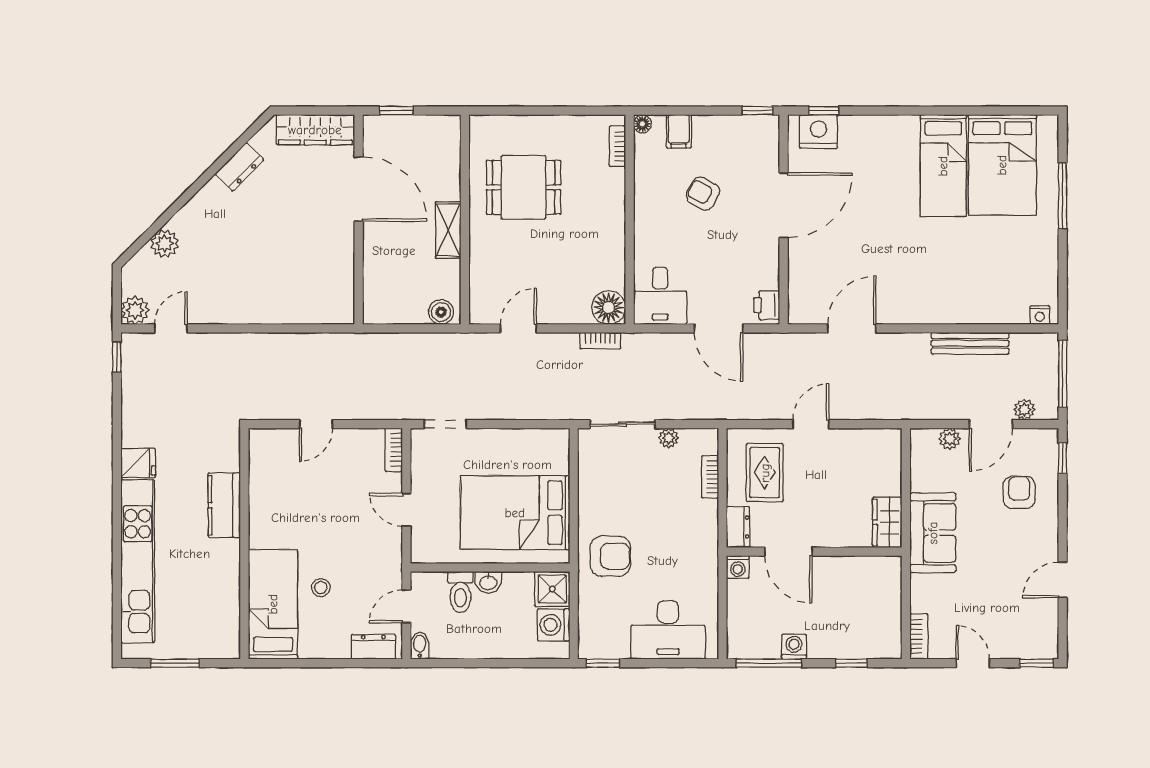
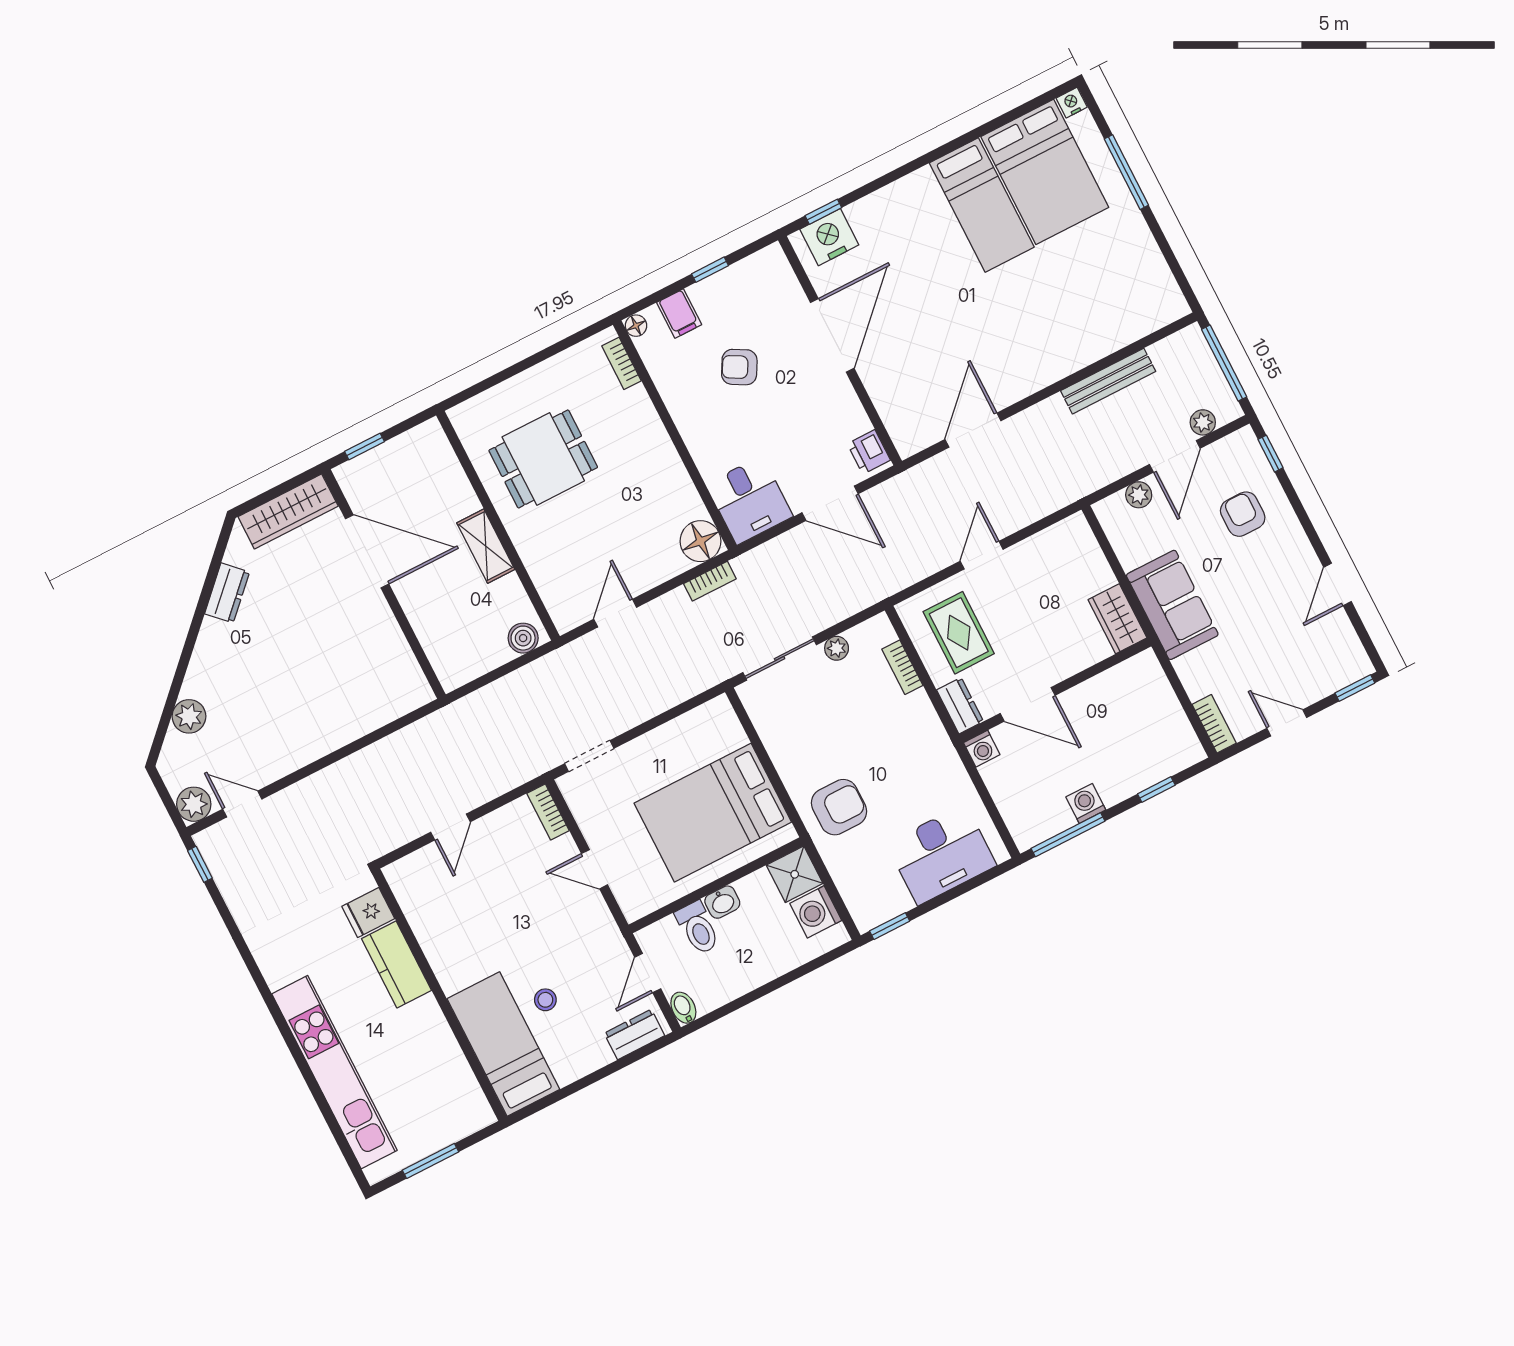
window: (757, 111) -> (710, 270), moved
nightstand: (1040, 315) -> (1072, 103), moved, turned 180
door: (171, 328) -> (242, 804), hinge flipped
fridge: (138, 463) -> (368, 913), moved, turned 180

